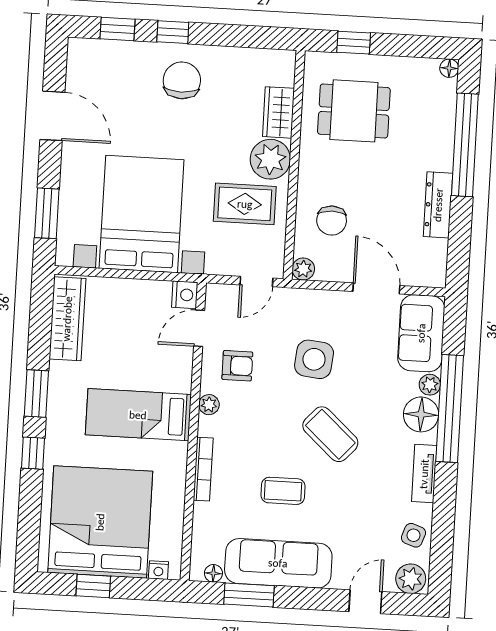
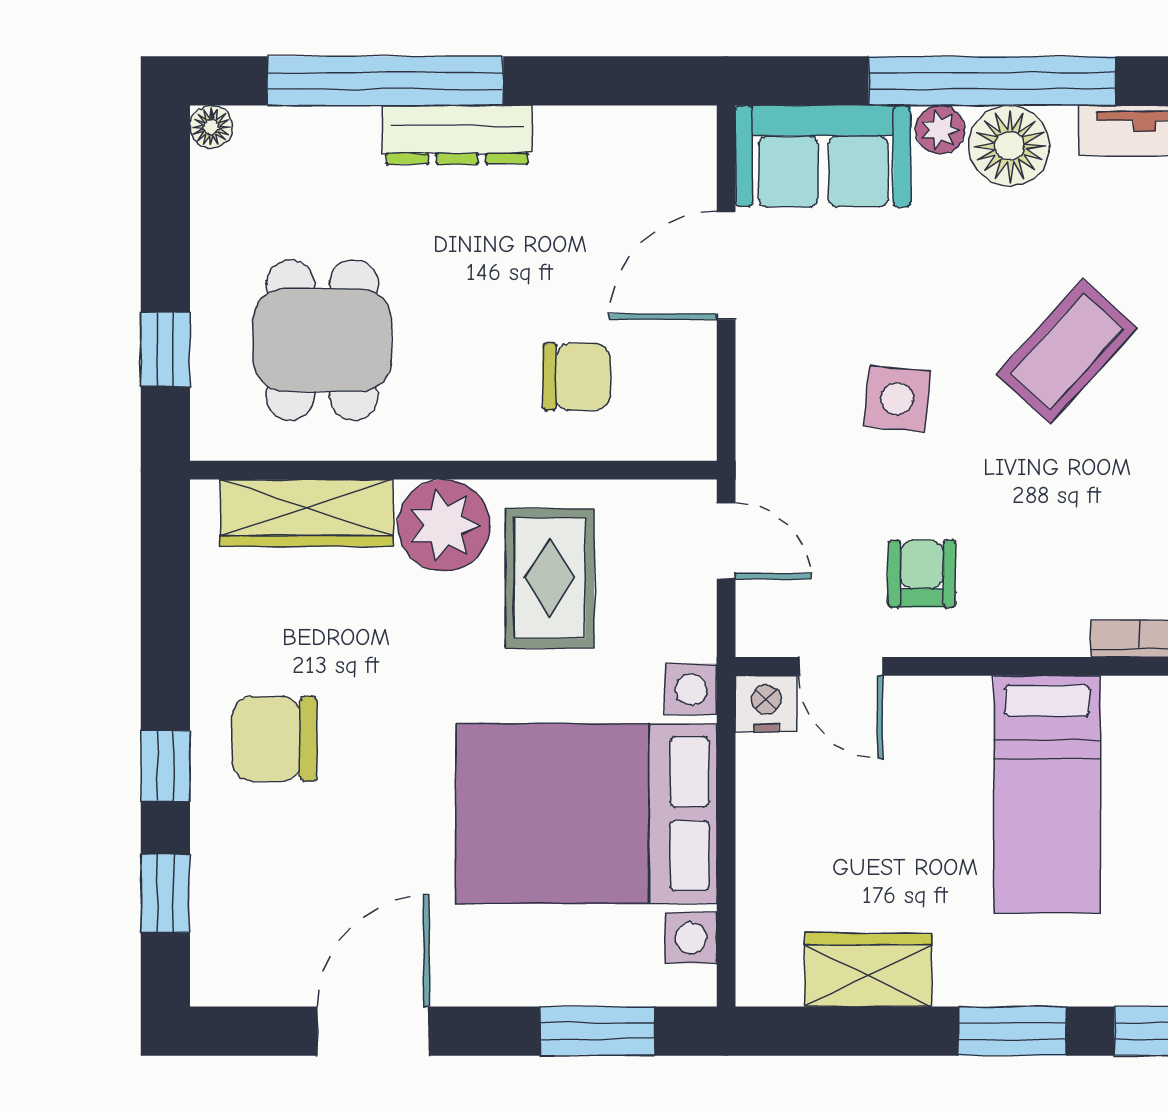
wardrobe: (279, 112) -> (307, 513), width x1.50
dresser: (438, 205) -> (457, 135), moved
plant: (303, 269) -> (691, 435), removed
wardrobe: (67, 319) -> (868, 970), width x0.67
side table: (314, 359) -> (897, 399), width x0.73, depth x0.73
plant: (209, 405) -> (1015, 634), removed

